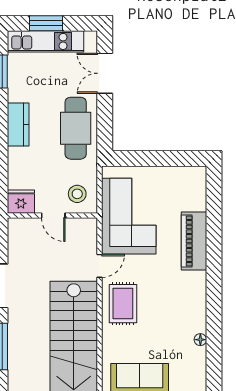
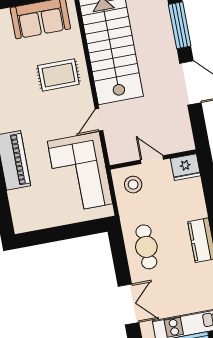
cafe table: (76, 128) -> (146, 247), width x0.73, depth x0.74
rug: (123, 304) -> (58, 75), moved, turned 90

